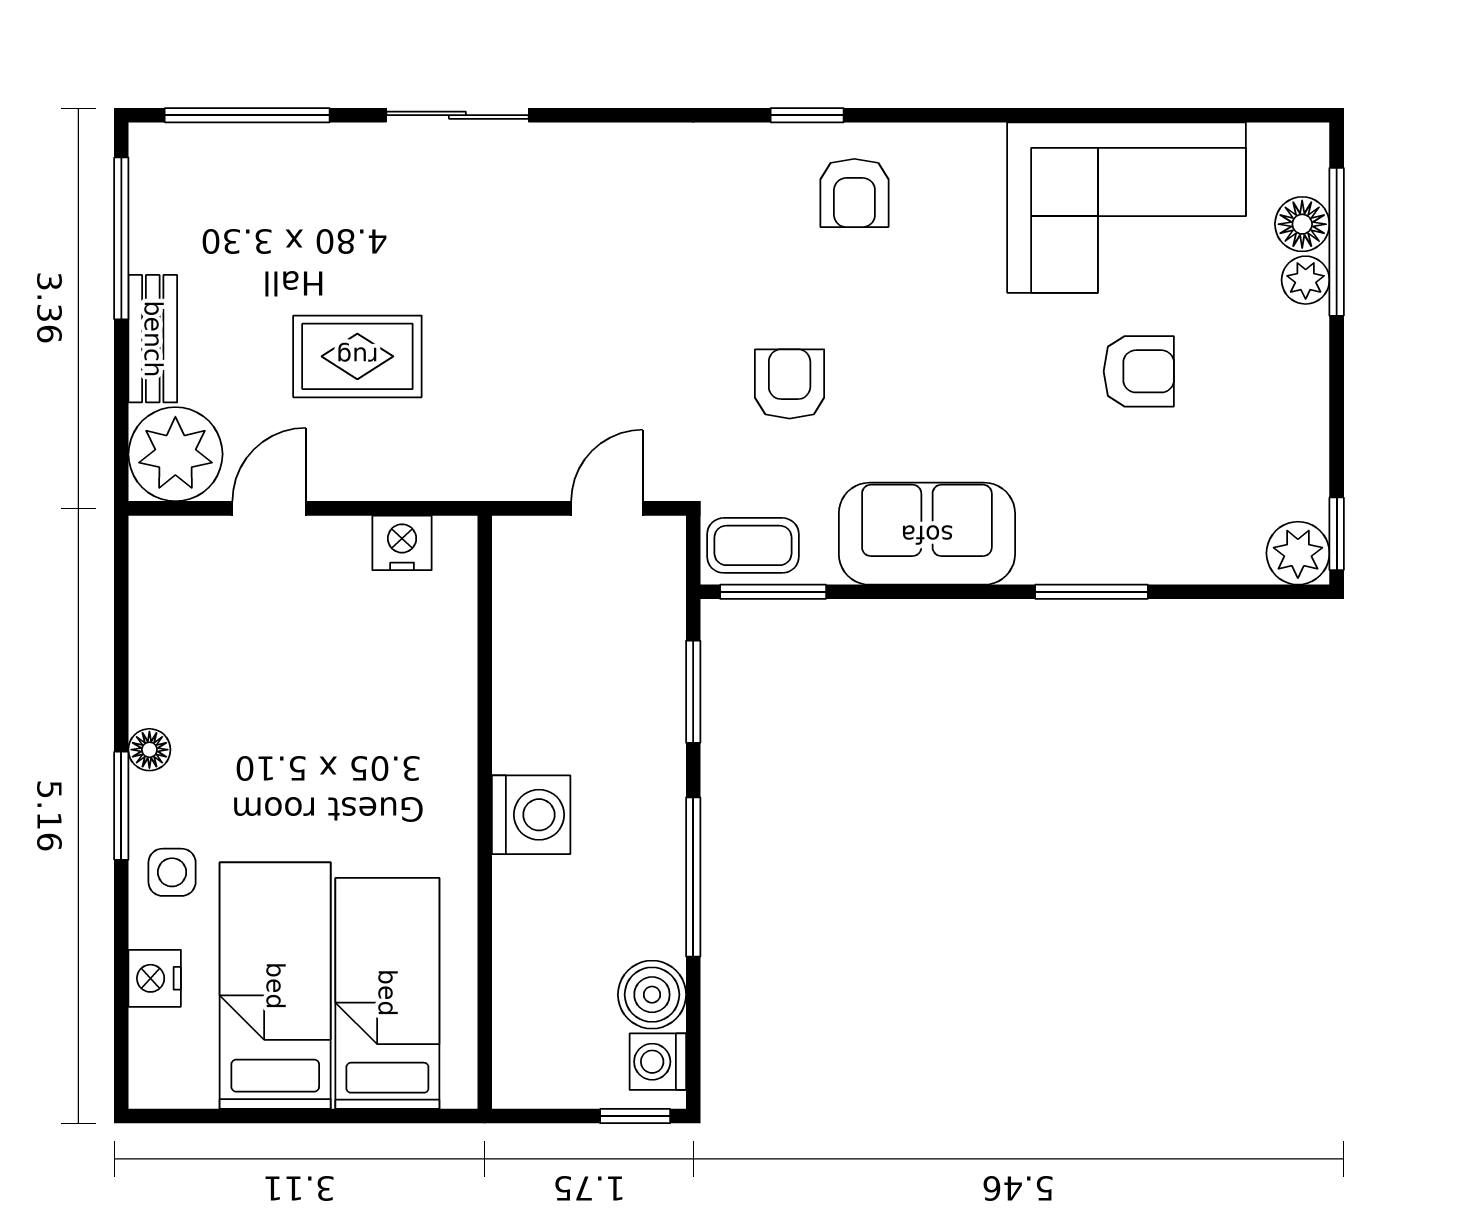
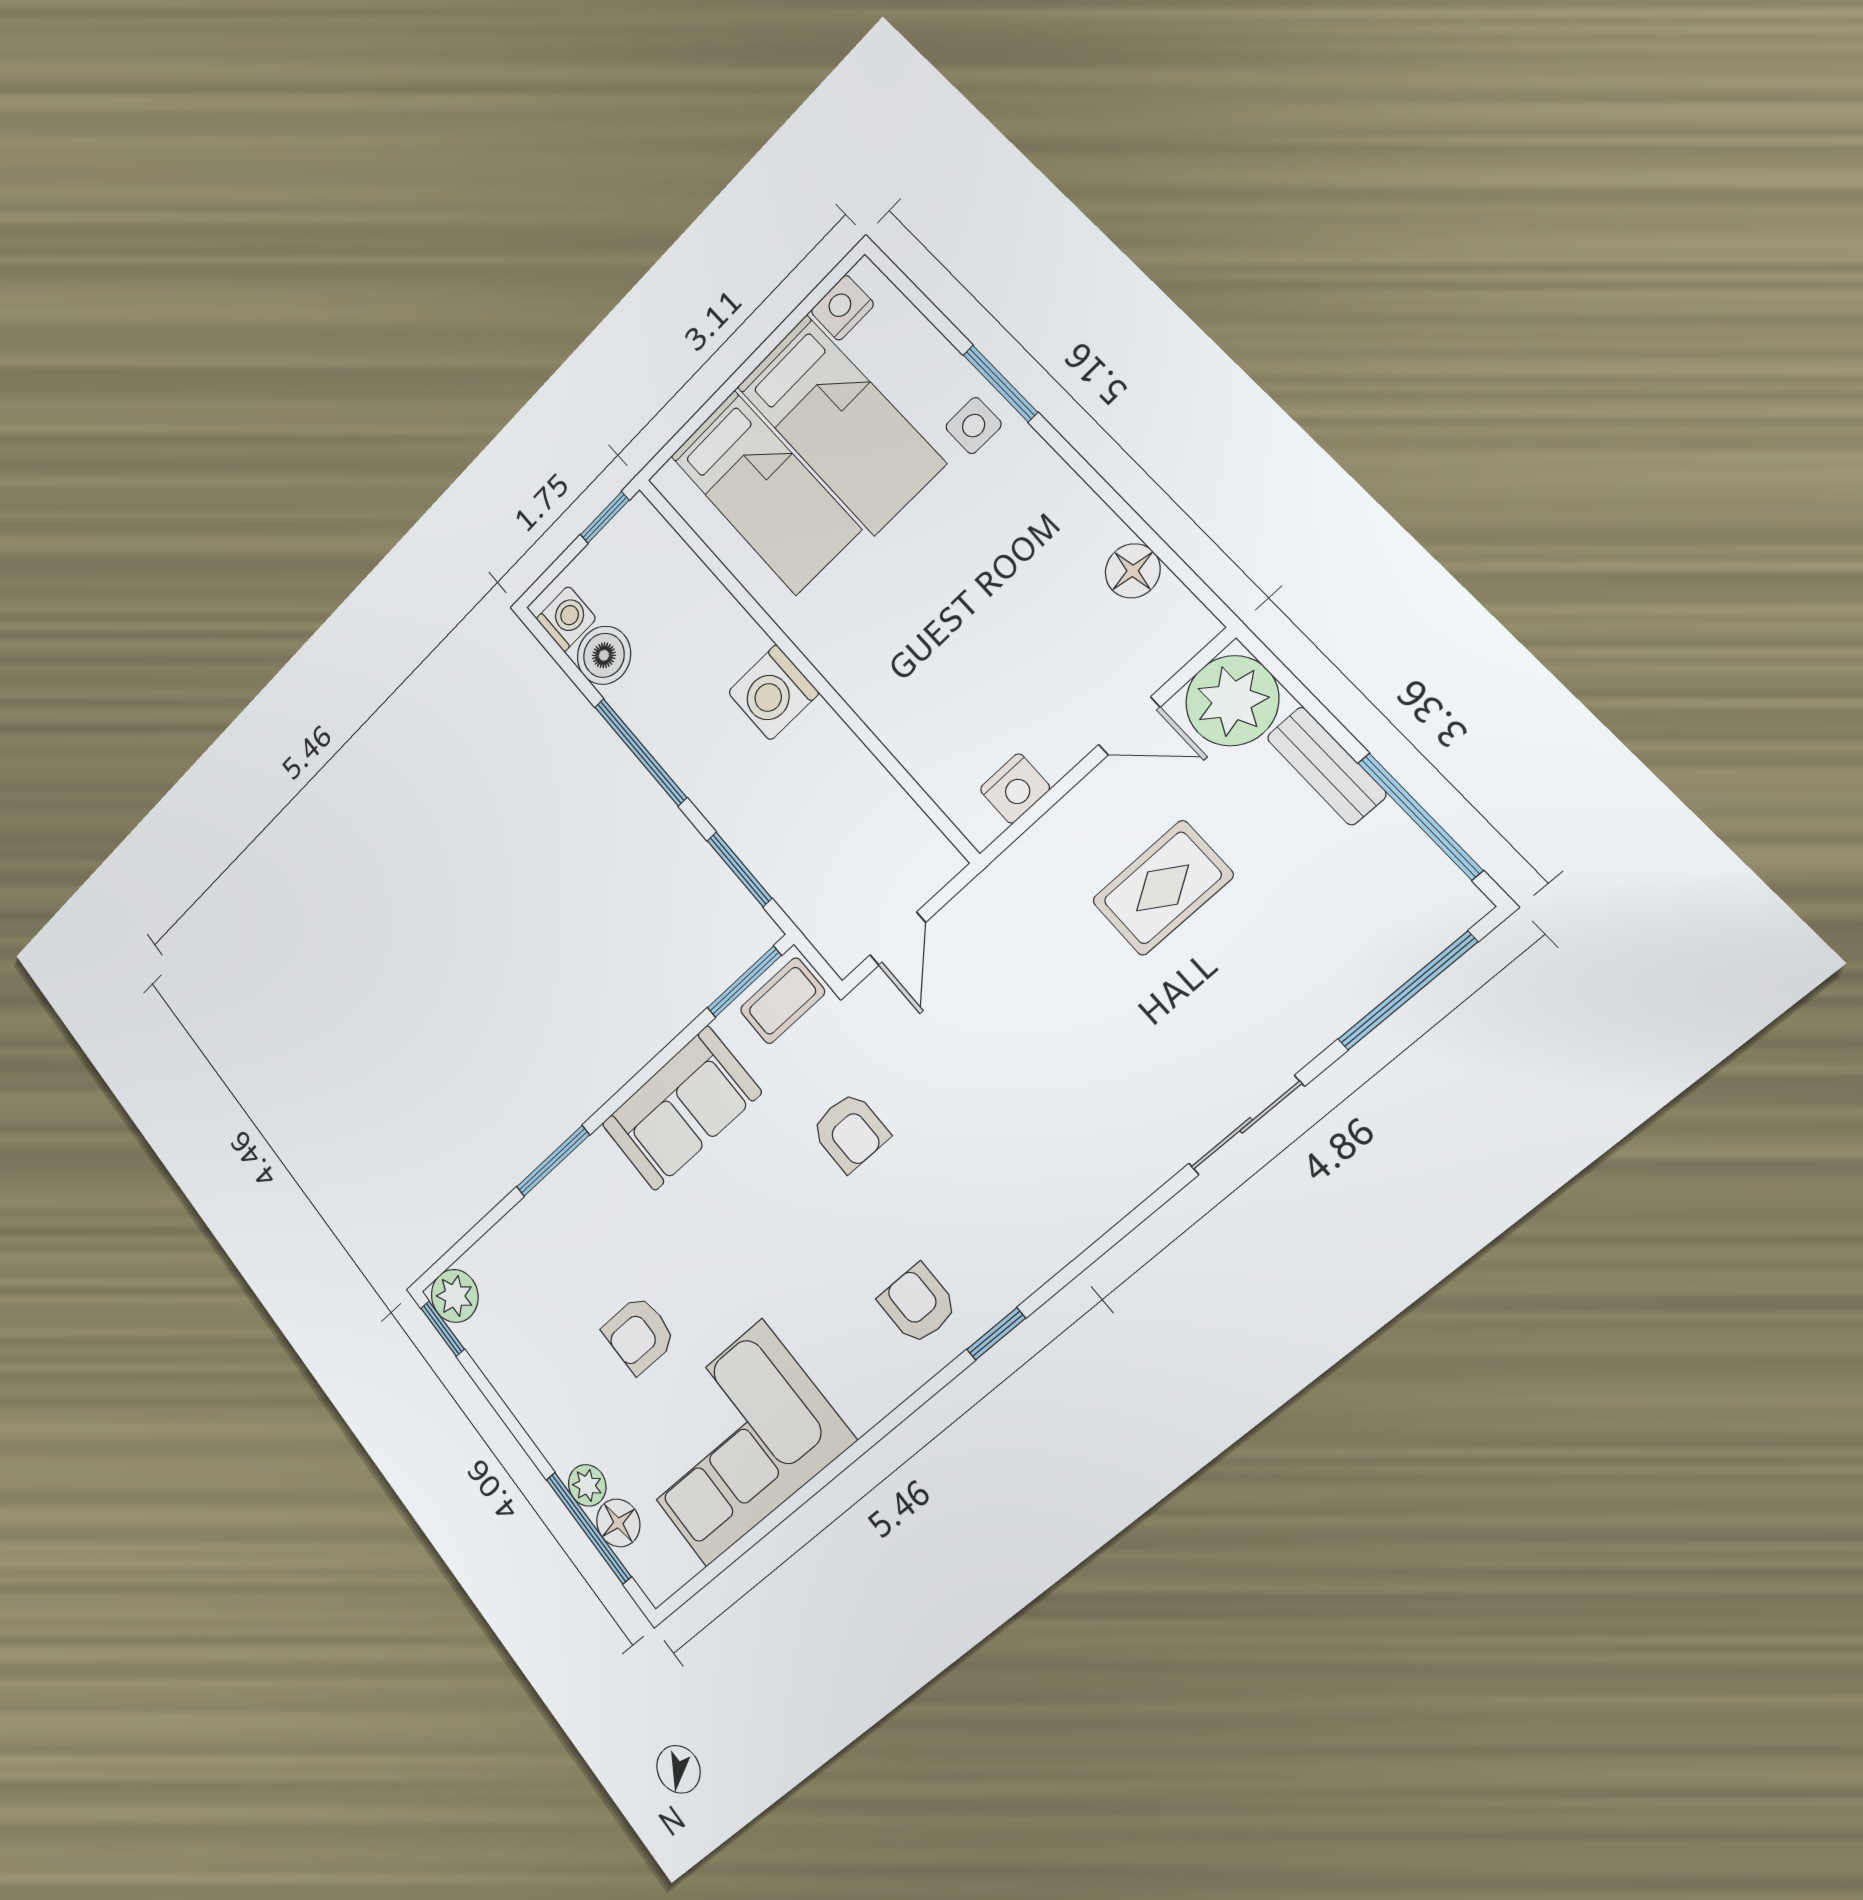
door: (269, 508) -> (1129, 726), hinge flipped
floor lamp: (149, 750) -> (1133, 571), moved, width x1.37, depth x1.37
window: (121, 806) -> (1000, 384), moved
nightstand: (155, 978) -> (842, 308), moved, turned -90
window: (635, 1116) -> (605, 517), moved

